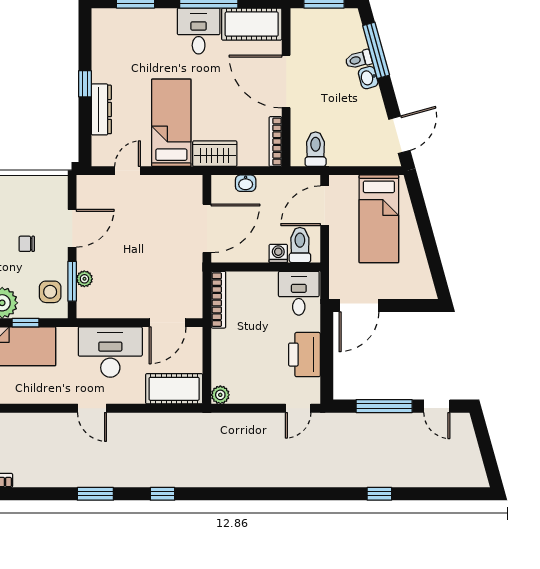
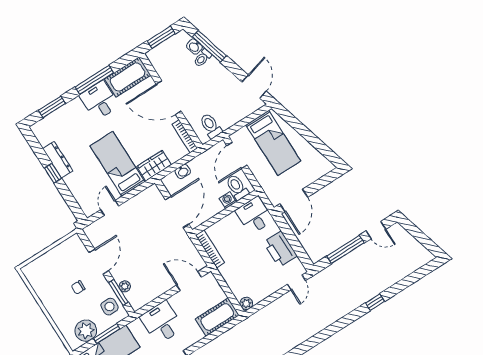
washbasin: (368, 78) -> (194, 47), moved
dresser: (101, 109) -> (58, 160), moved
window: (26, 323) -> (107, 334), width x1.50
door: (168, 323) -> (189, 281), swing flipped
desk: (110, 352) -> (162, 323), width x0.73

